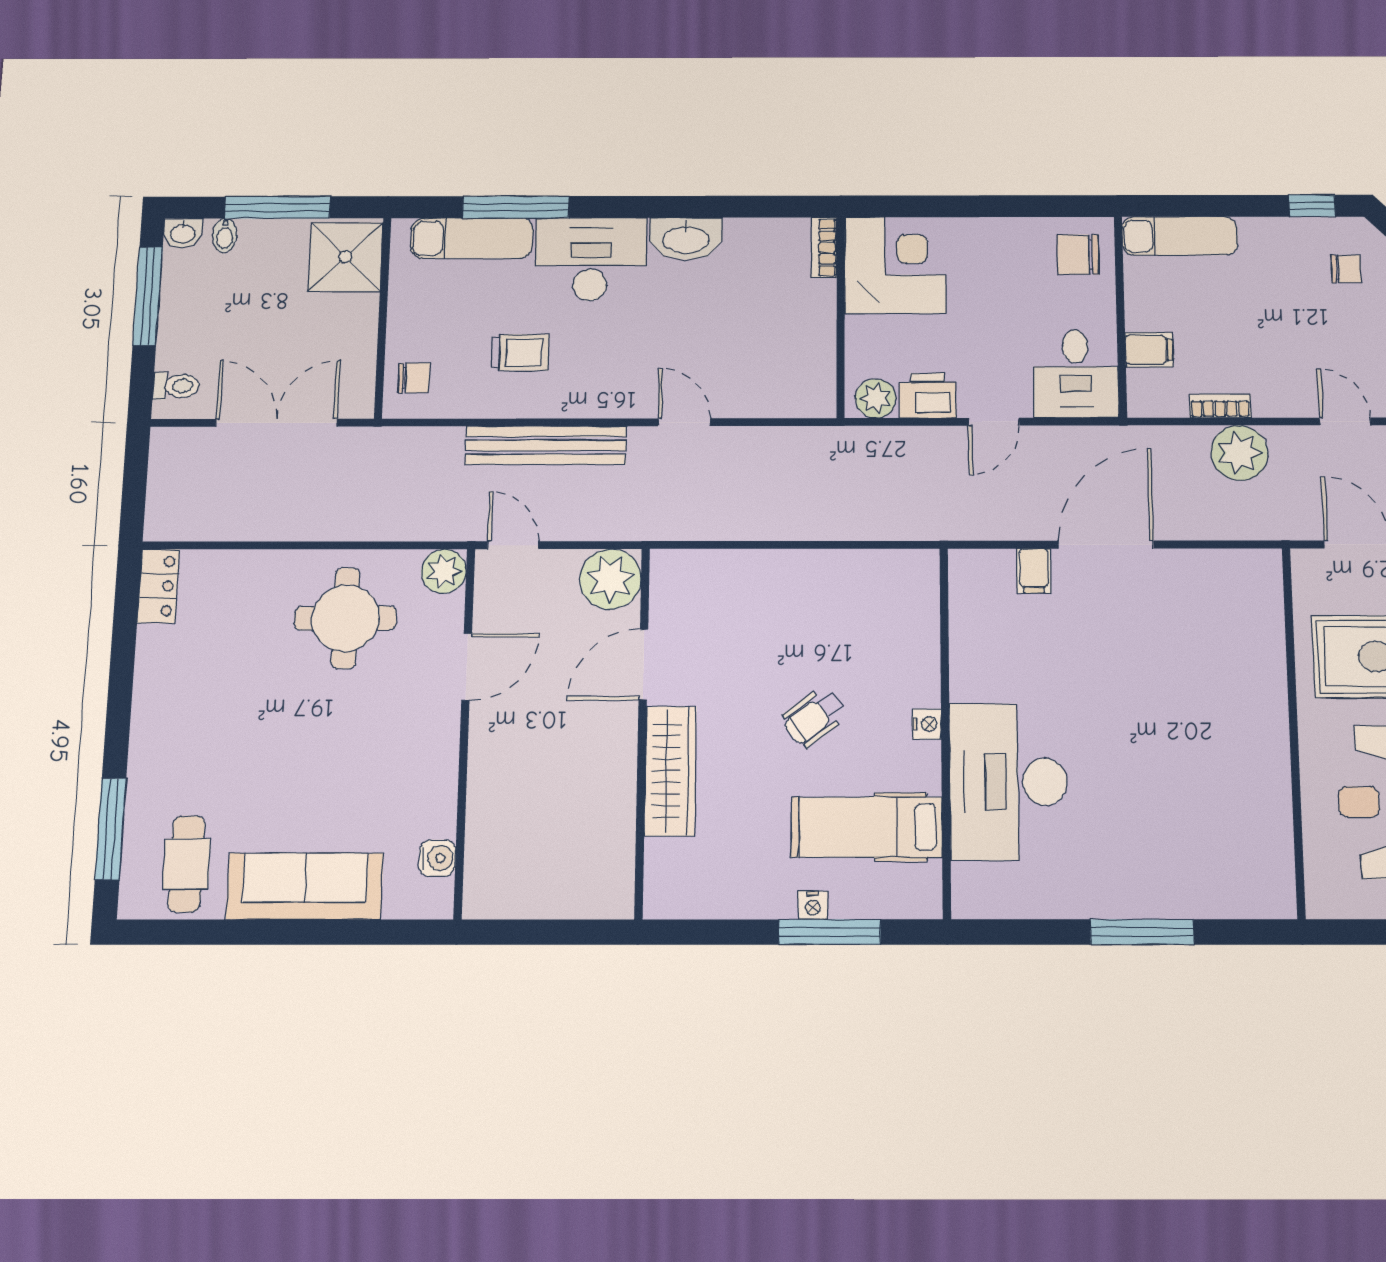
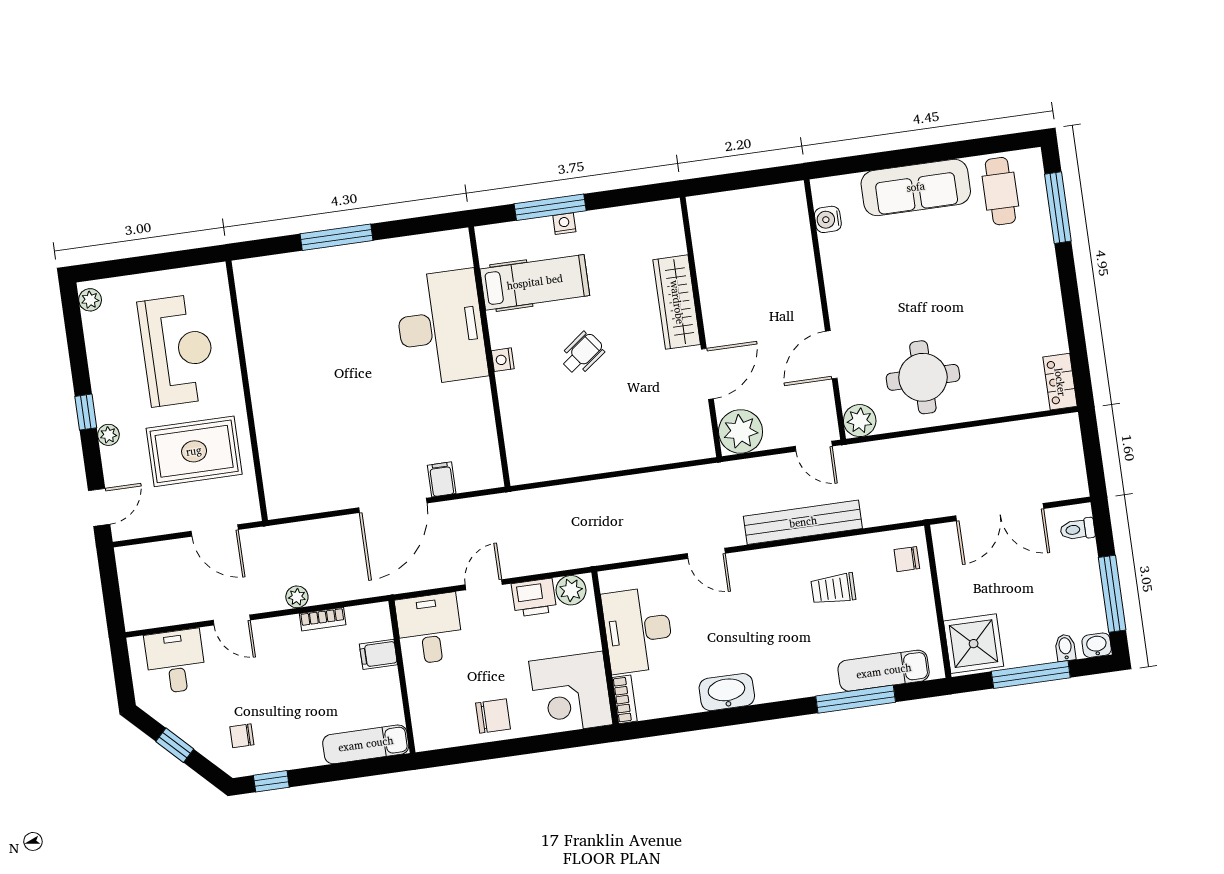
chair: (1078, 254) -> (493, 716), moved
desk: (591, 259) -> (638, 630), moved, turned 90
plant: (1239, 453) -> (297, 597), width x0.53, depth x0.53

